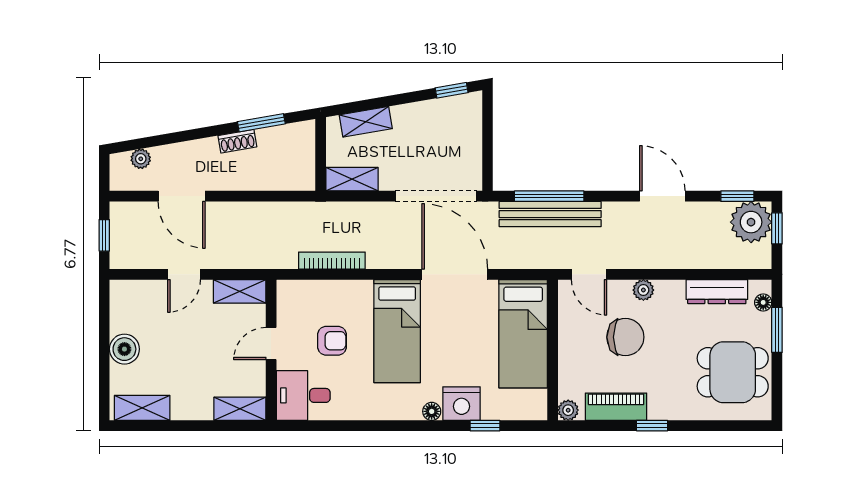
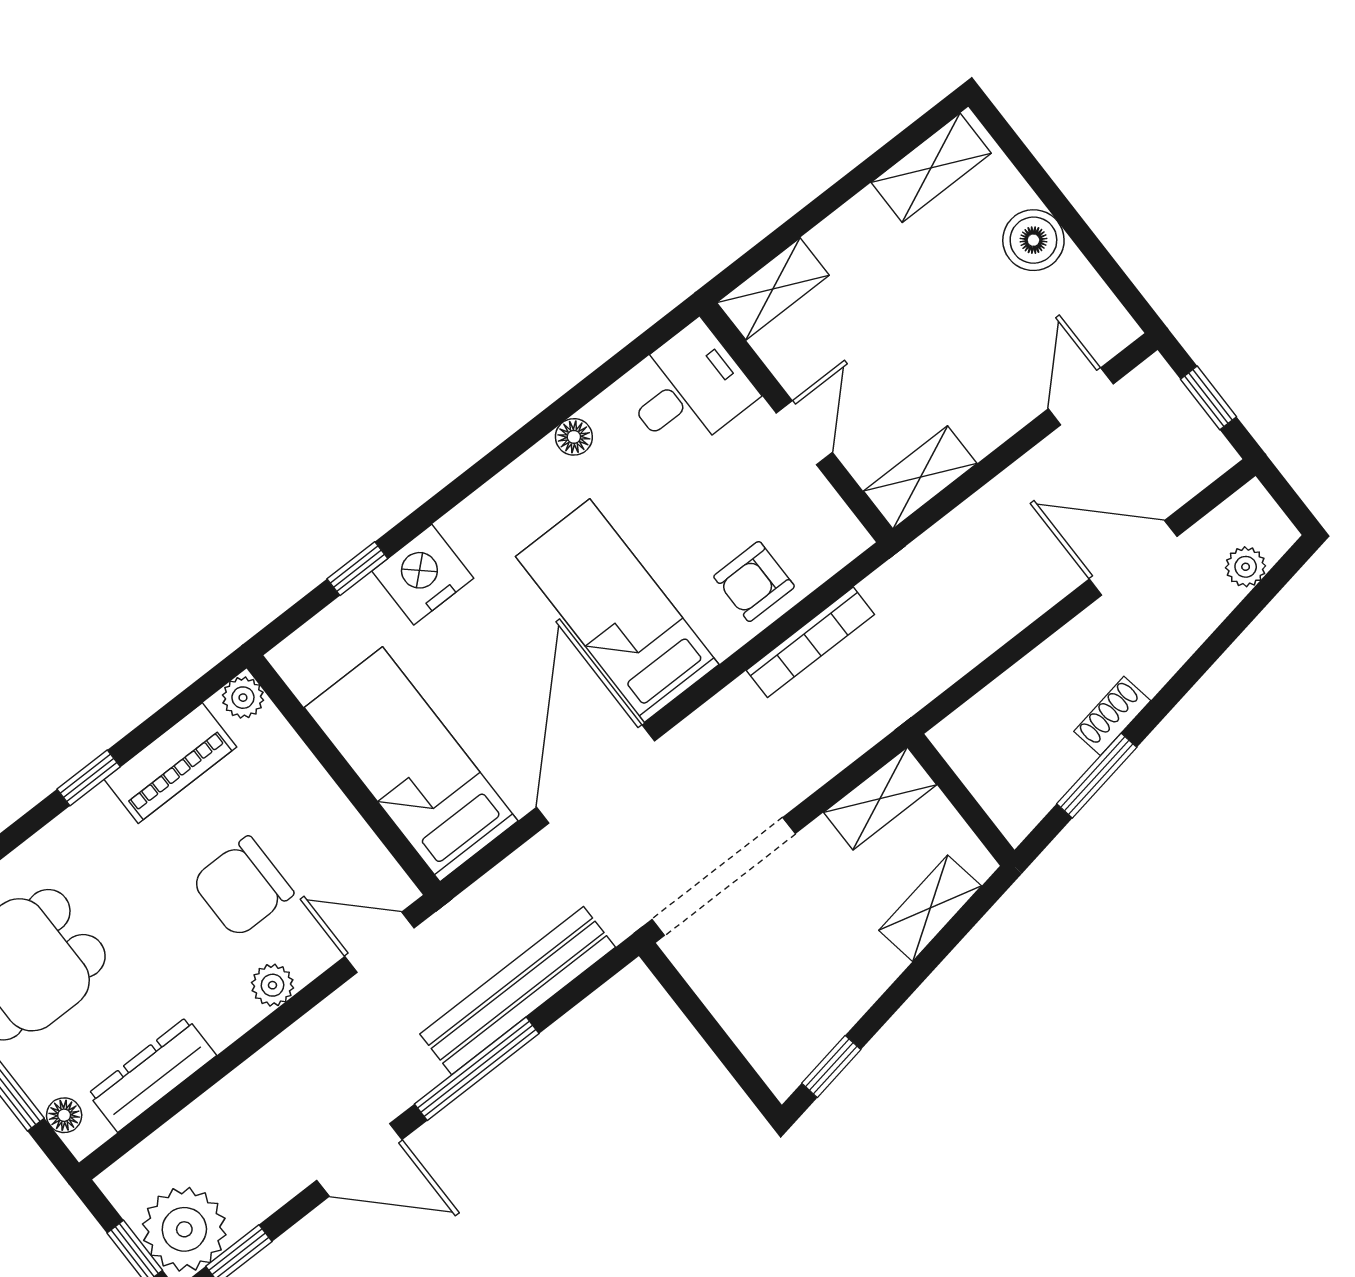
window: (549, 196) -> (477, 1069), moved
door: (184, 274) -> (1081, 396), moved
door: (455, 274) -> (596, 774), swing flipped
armchair: (332, 341) -> (754, 582), moved
floor lamp: (432, 411) -> (574, 437), moved

